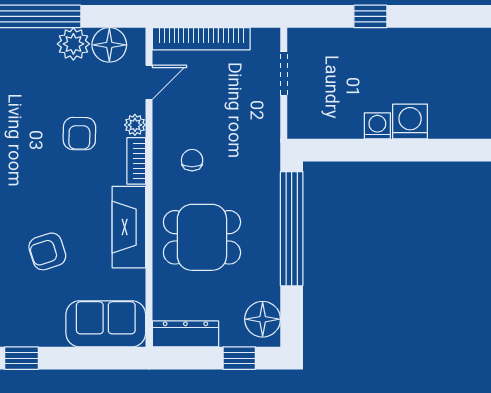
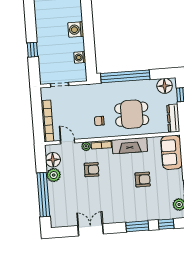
washing machine: (377, 126) -> (80, 57), moved
dining table: (202, 237) -> (132, 114), turned 90
armchair: (47, 251) -> (143, 179), turned -72

